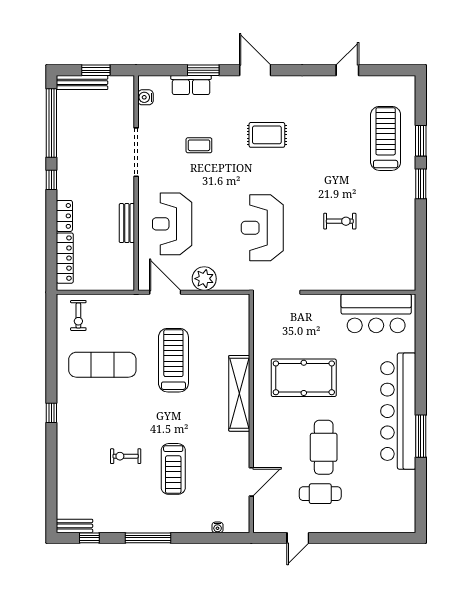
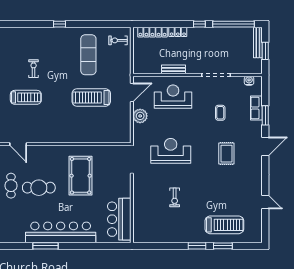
treadmill: (173, 360) -> (91, 97), turned 180
shelving: (239, 393) -> (71, 137), removed
treadmill: (173, 469) -> (26, 97), turned 180

